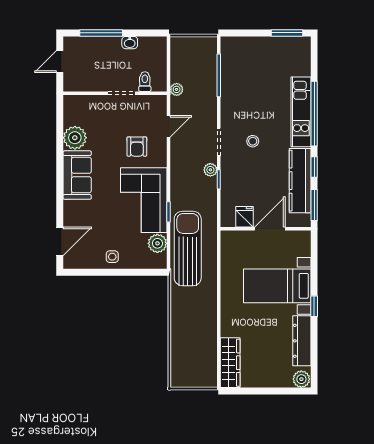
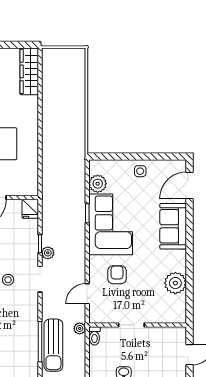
toilet: (145, 82) -> (94, 336), moved
sofa: (77, 175) -> (173, 226), moved
fridge: (245, 217) -> (30, 209), moved
sun lounger: (188, 248) -> (53, 345), moved, width x0.73, depth x0.75

